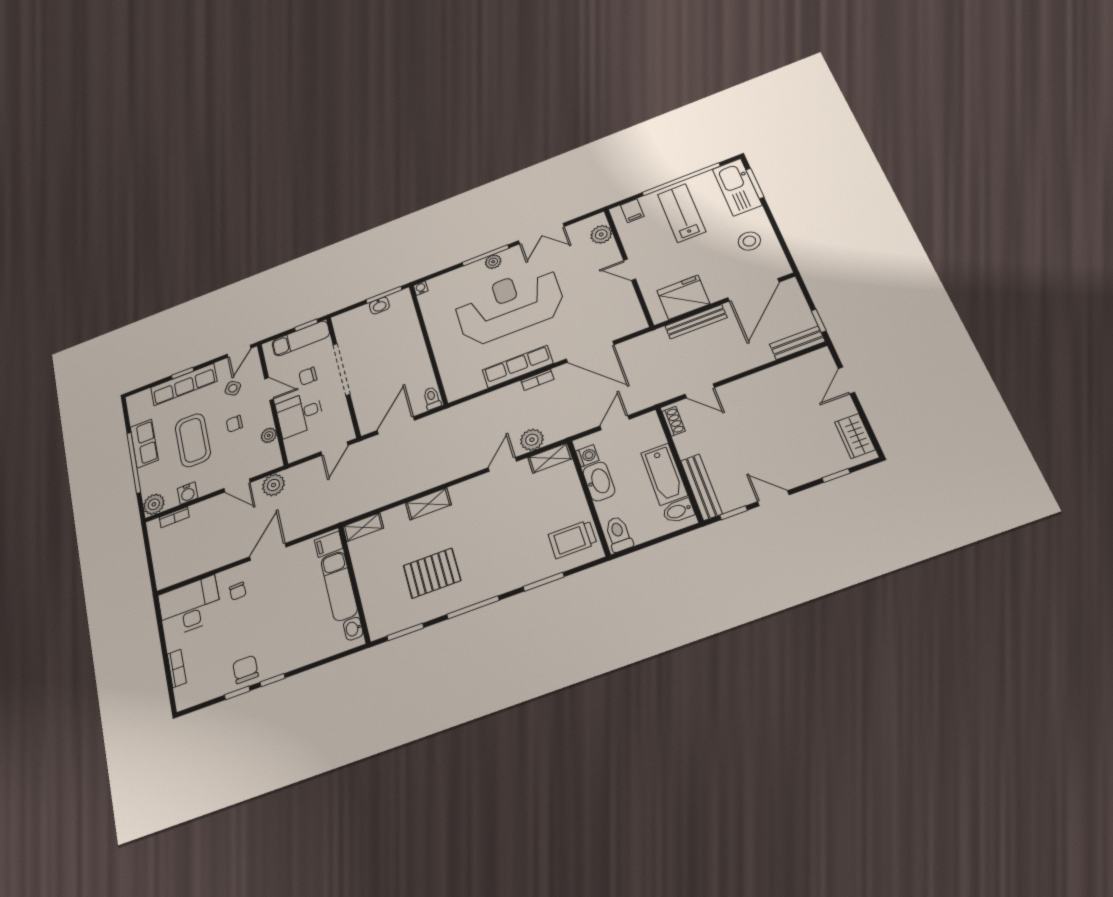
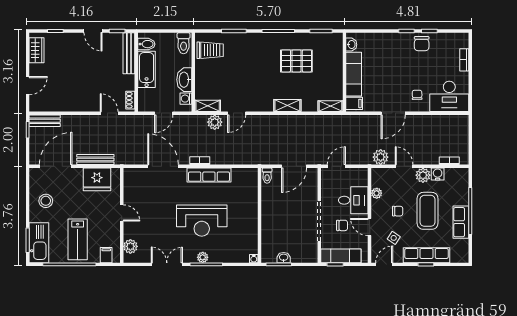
reception desk: (509, 305) -> (202, 221), width x0.74, depth x0.77
plant: (154, 504) -> (423, 175), moved

